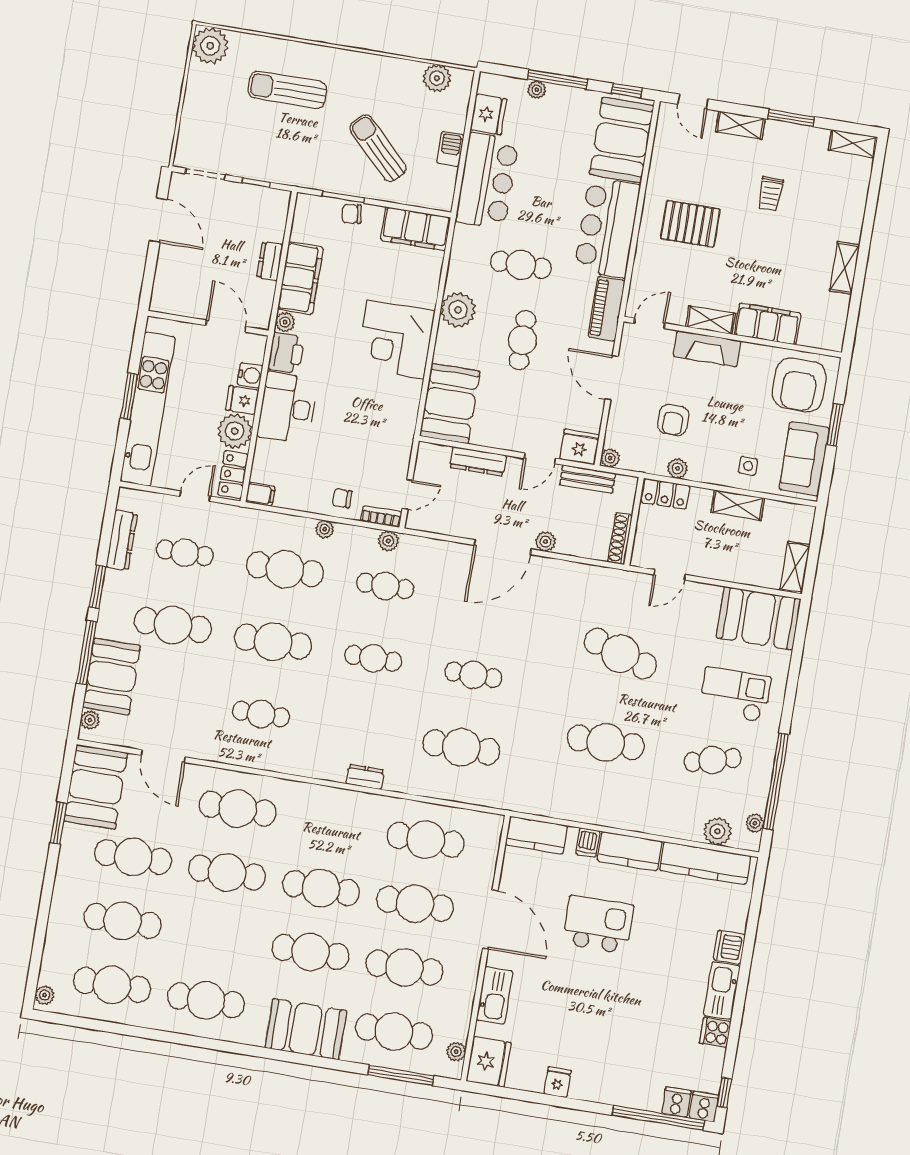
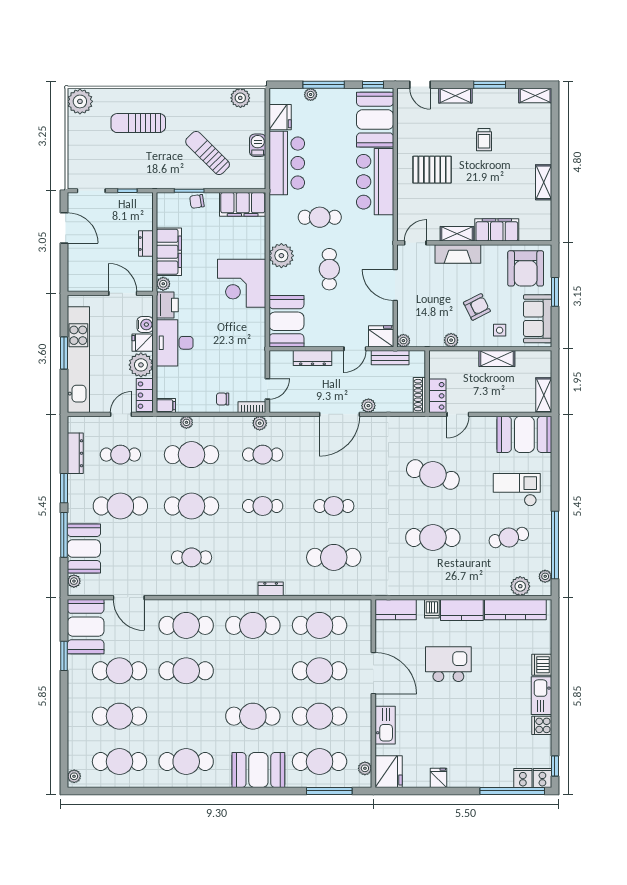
piano: (606, 309) -> (384, 238), removed
armchair: (673, 420) -> (477, 307), moved, turned -117
locker: (665, 494) -> (437, 396), moved, turned -90
plant: (325, 529) -> (186, 422), moved
cafe table: (321, 888) -> (253, 625), moved

